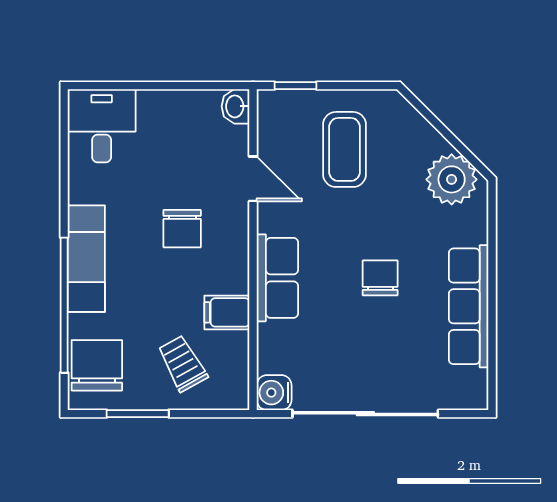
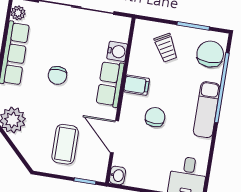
door: (253, 179) -> (114, 137), width x1.38
filing cabinet: (227, 312) -> (137, 85), moved
chair: (97, 365) -> (210, 54), turned 180
plant: (474, 384) -> (18, 13), added
water cooler: (274, 393) -> (117, 51), moved

